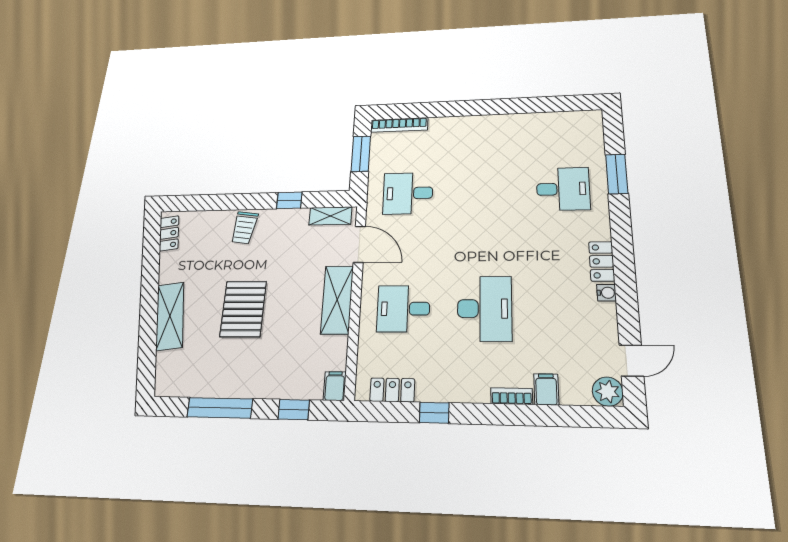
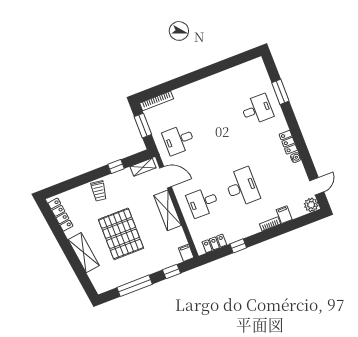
locker: (169, 233) -> (60, 215), width x1.53
pallet: (243, 309) -> (121, 234), width x1.37, depth x1.41

